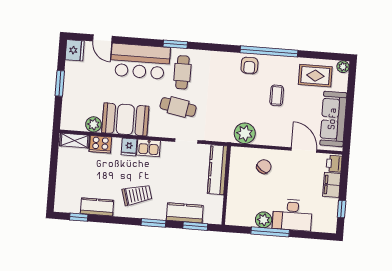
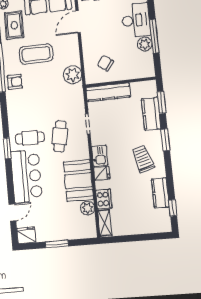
coffee table: (277, 95) -> (36, 54), width x1.86, depth x1.72
chair: (264, 167) -> (105, 63), moved

